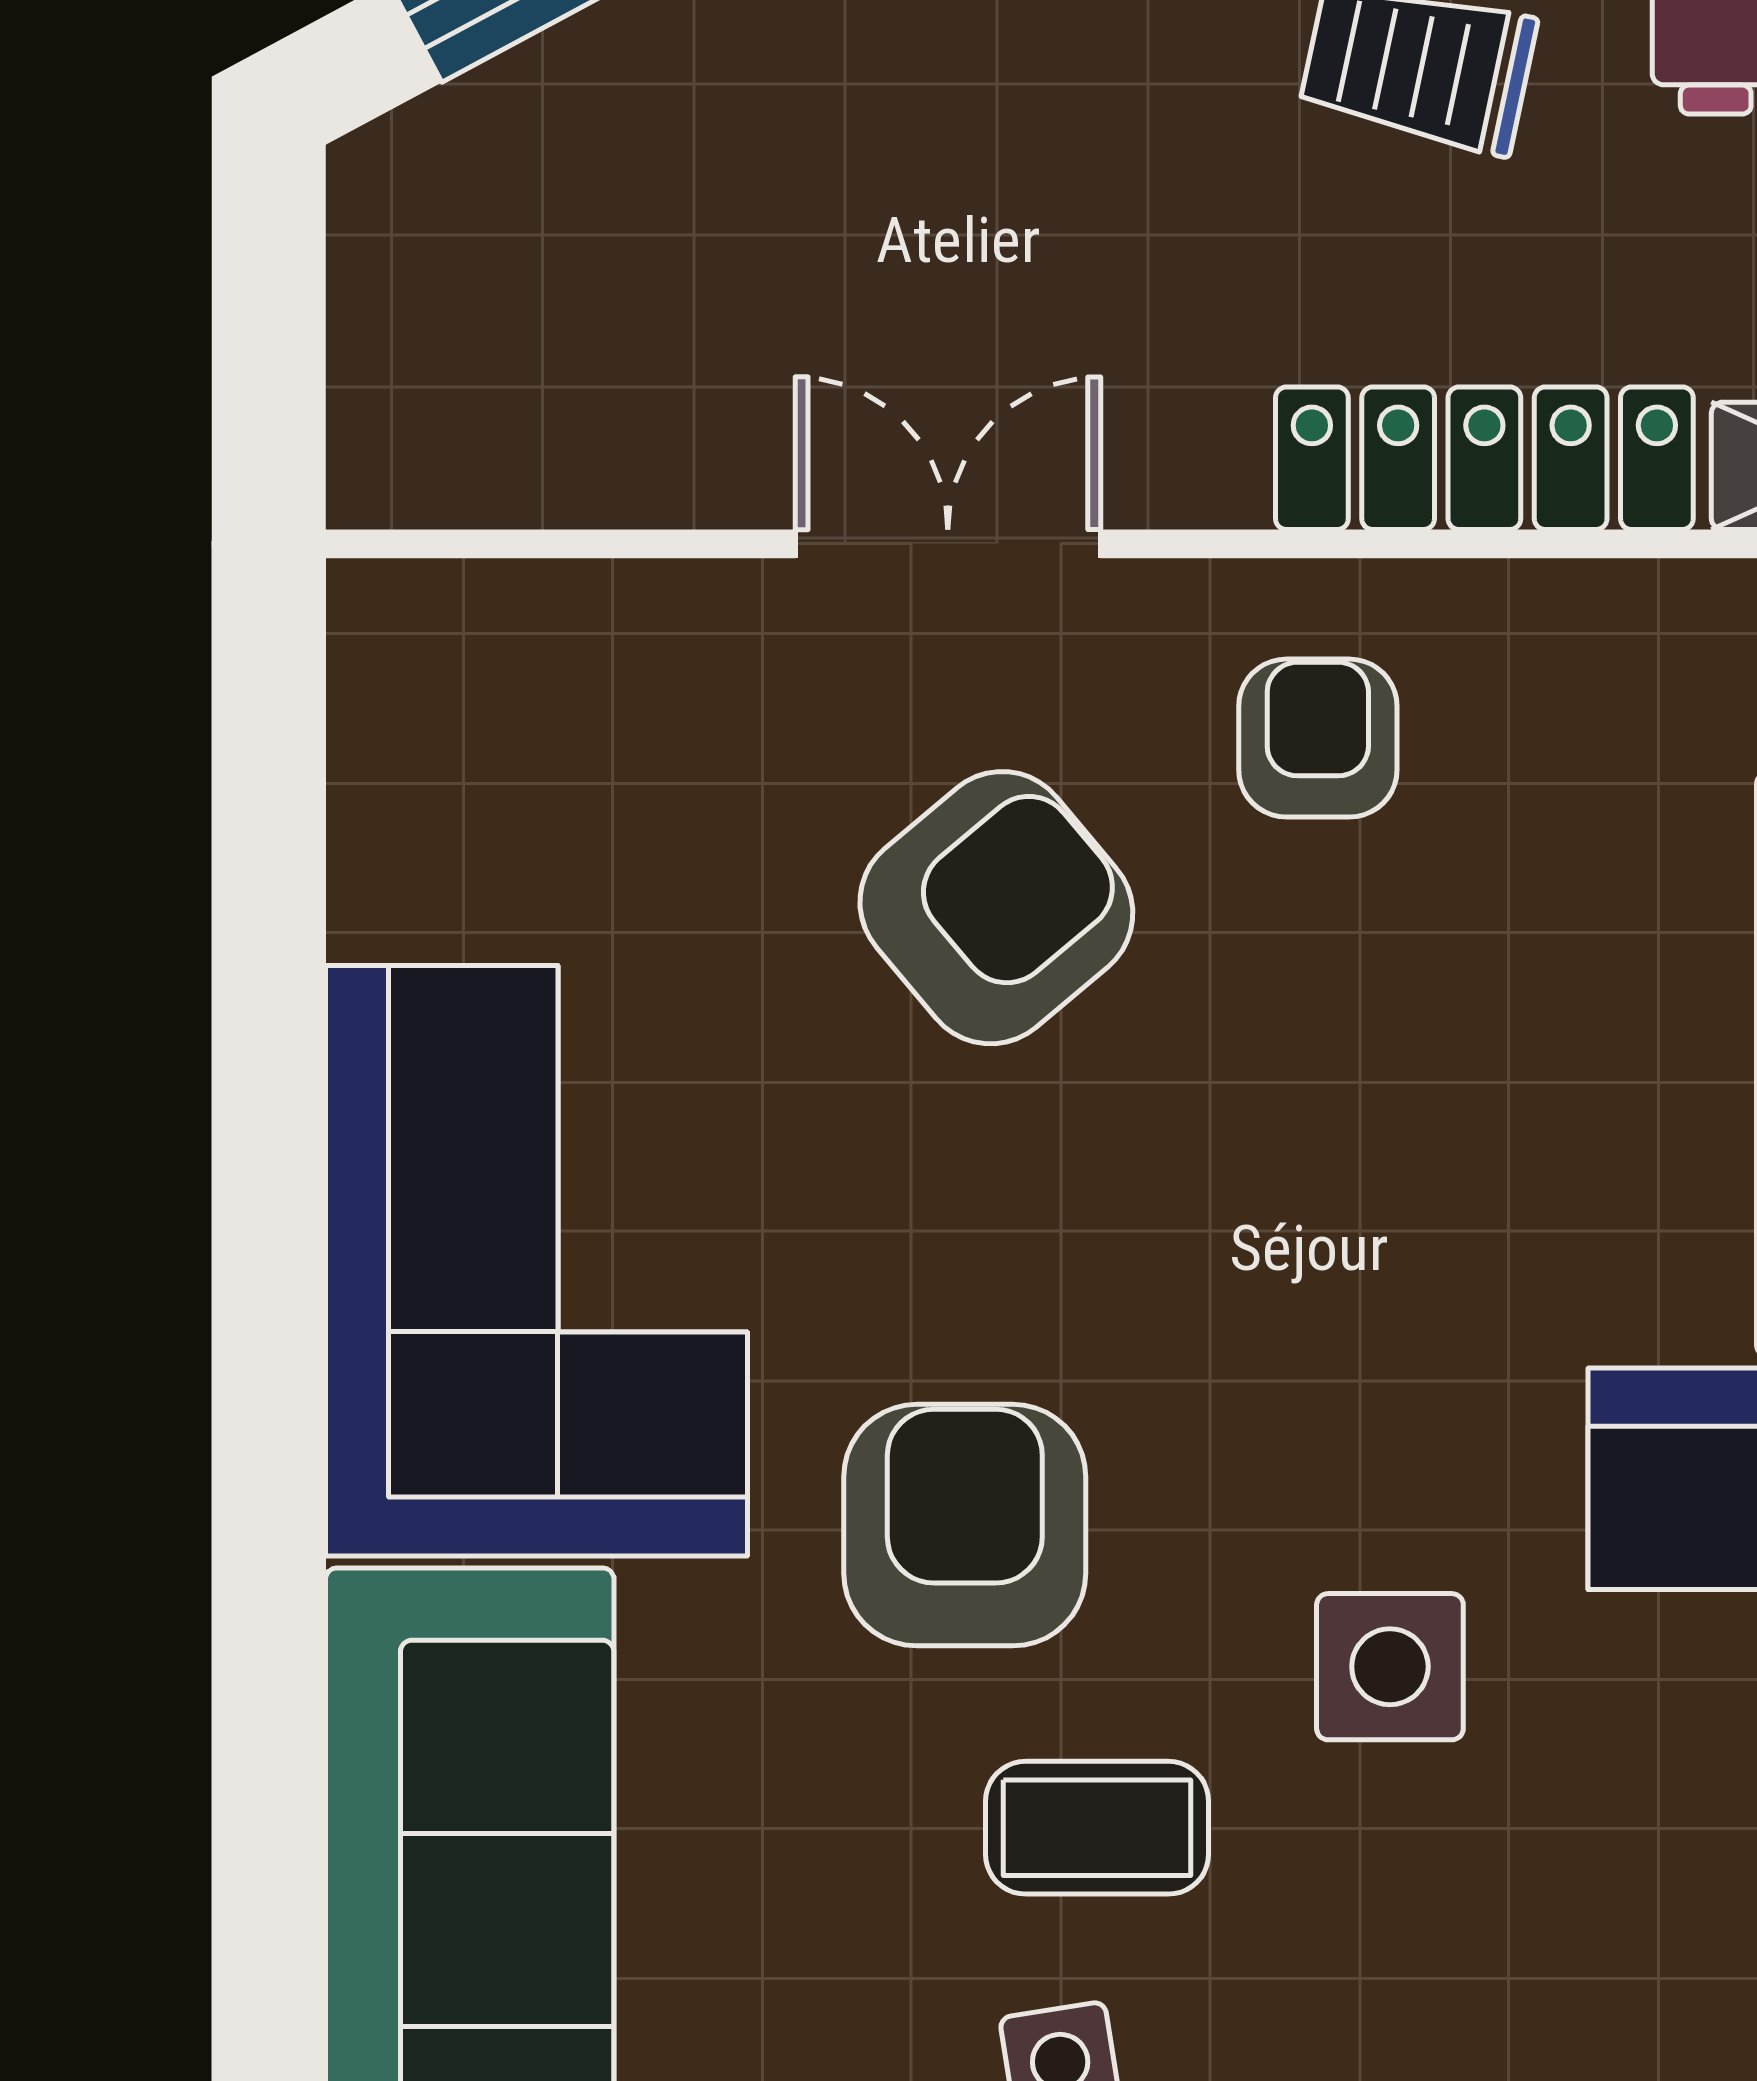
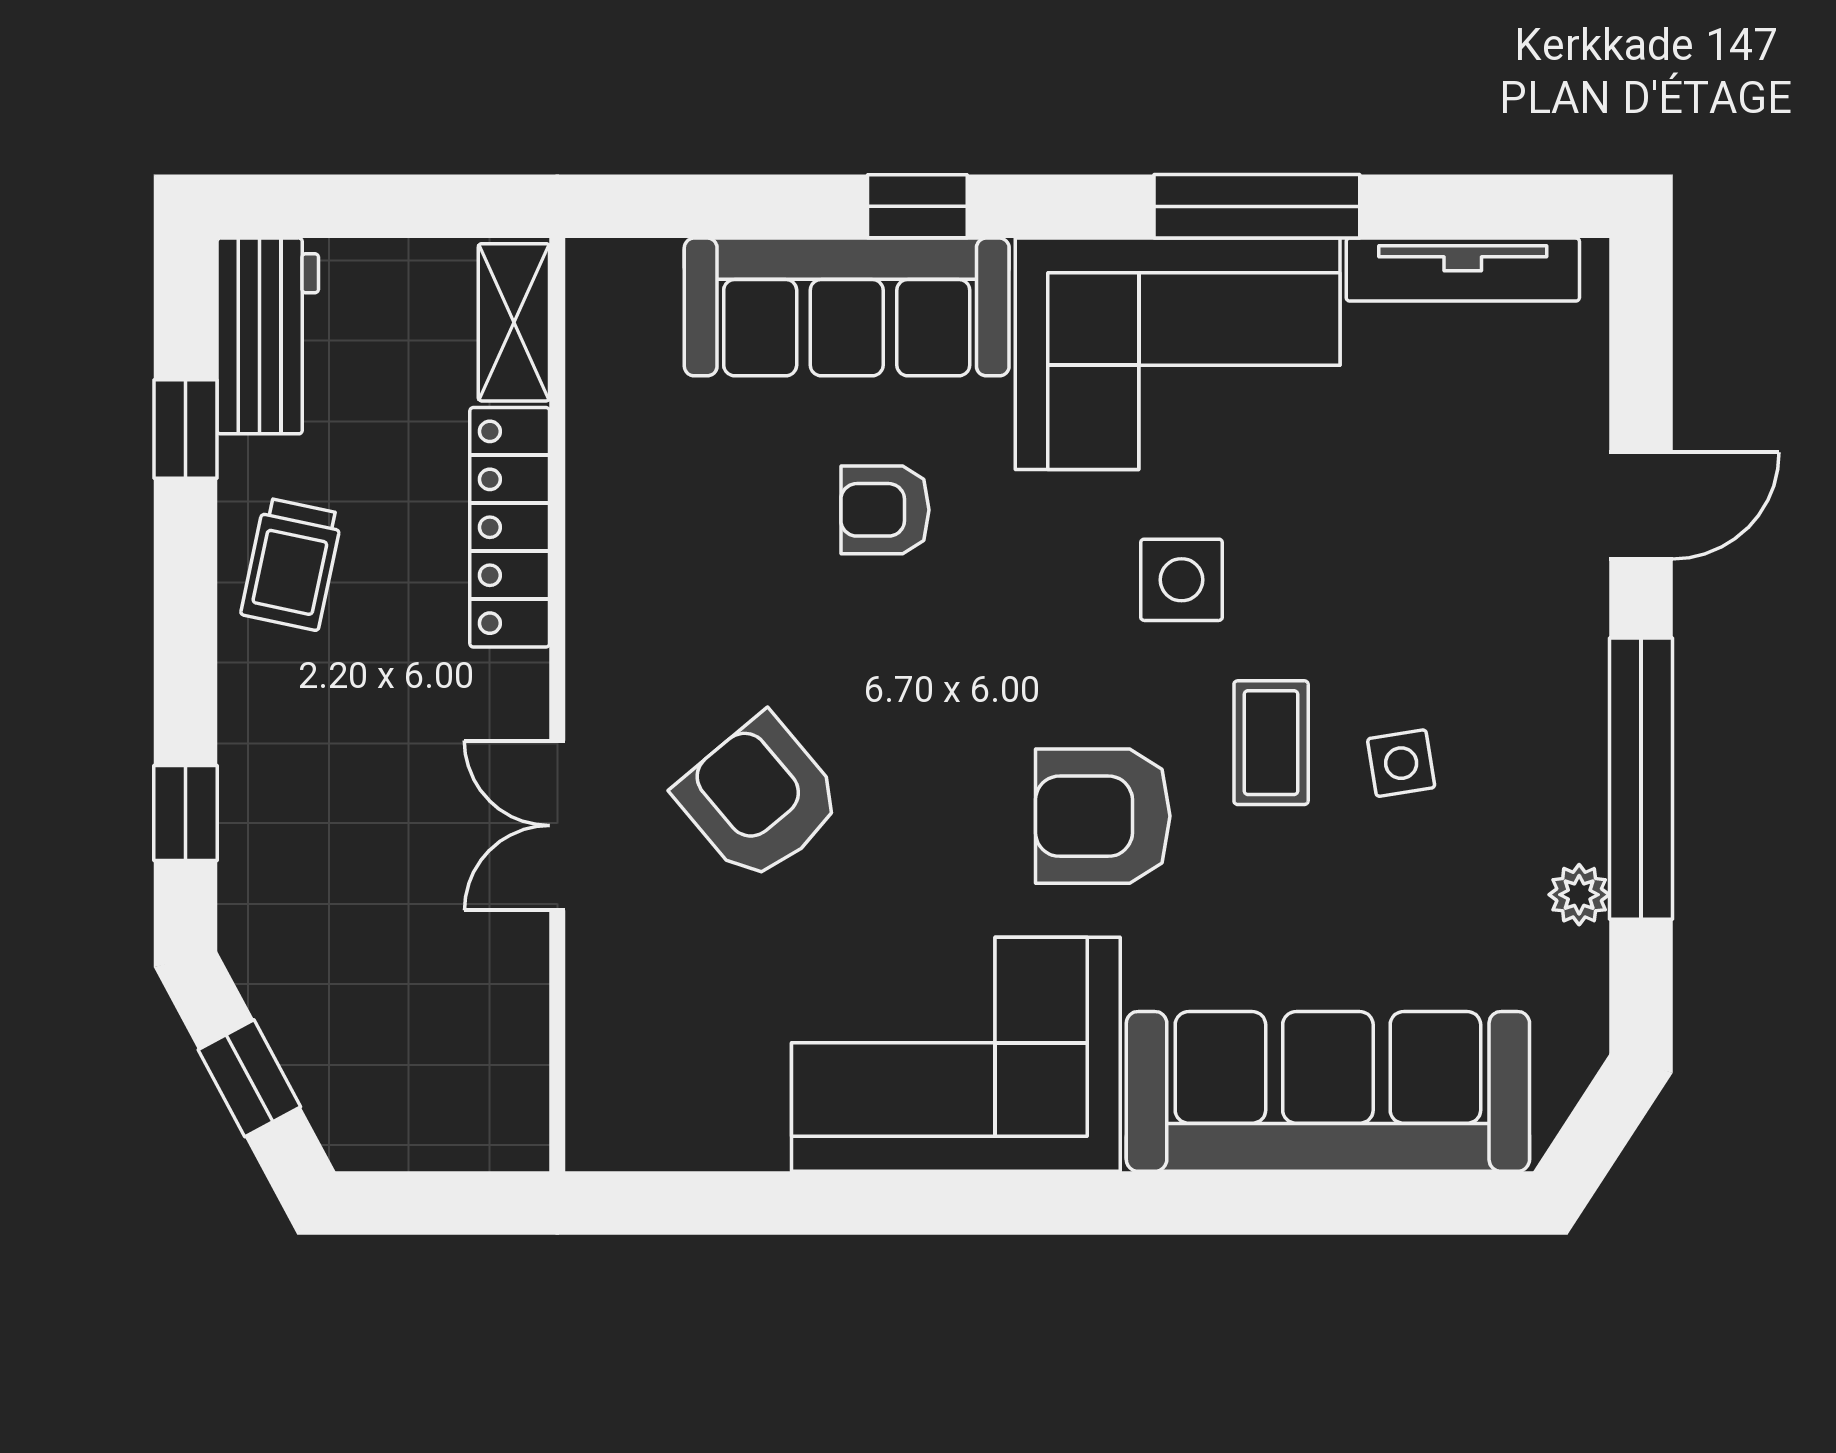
armchair: (1318, 738) -> (885, 510), moved

